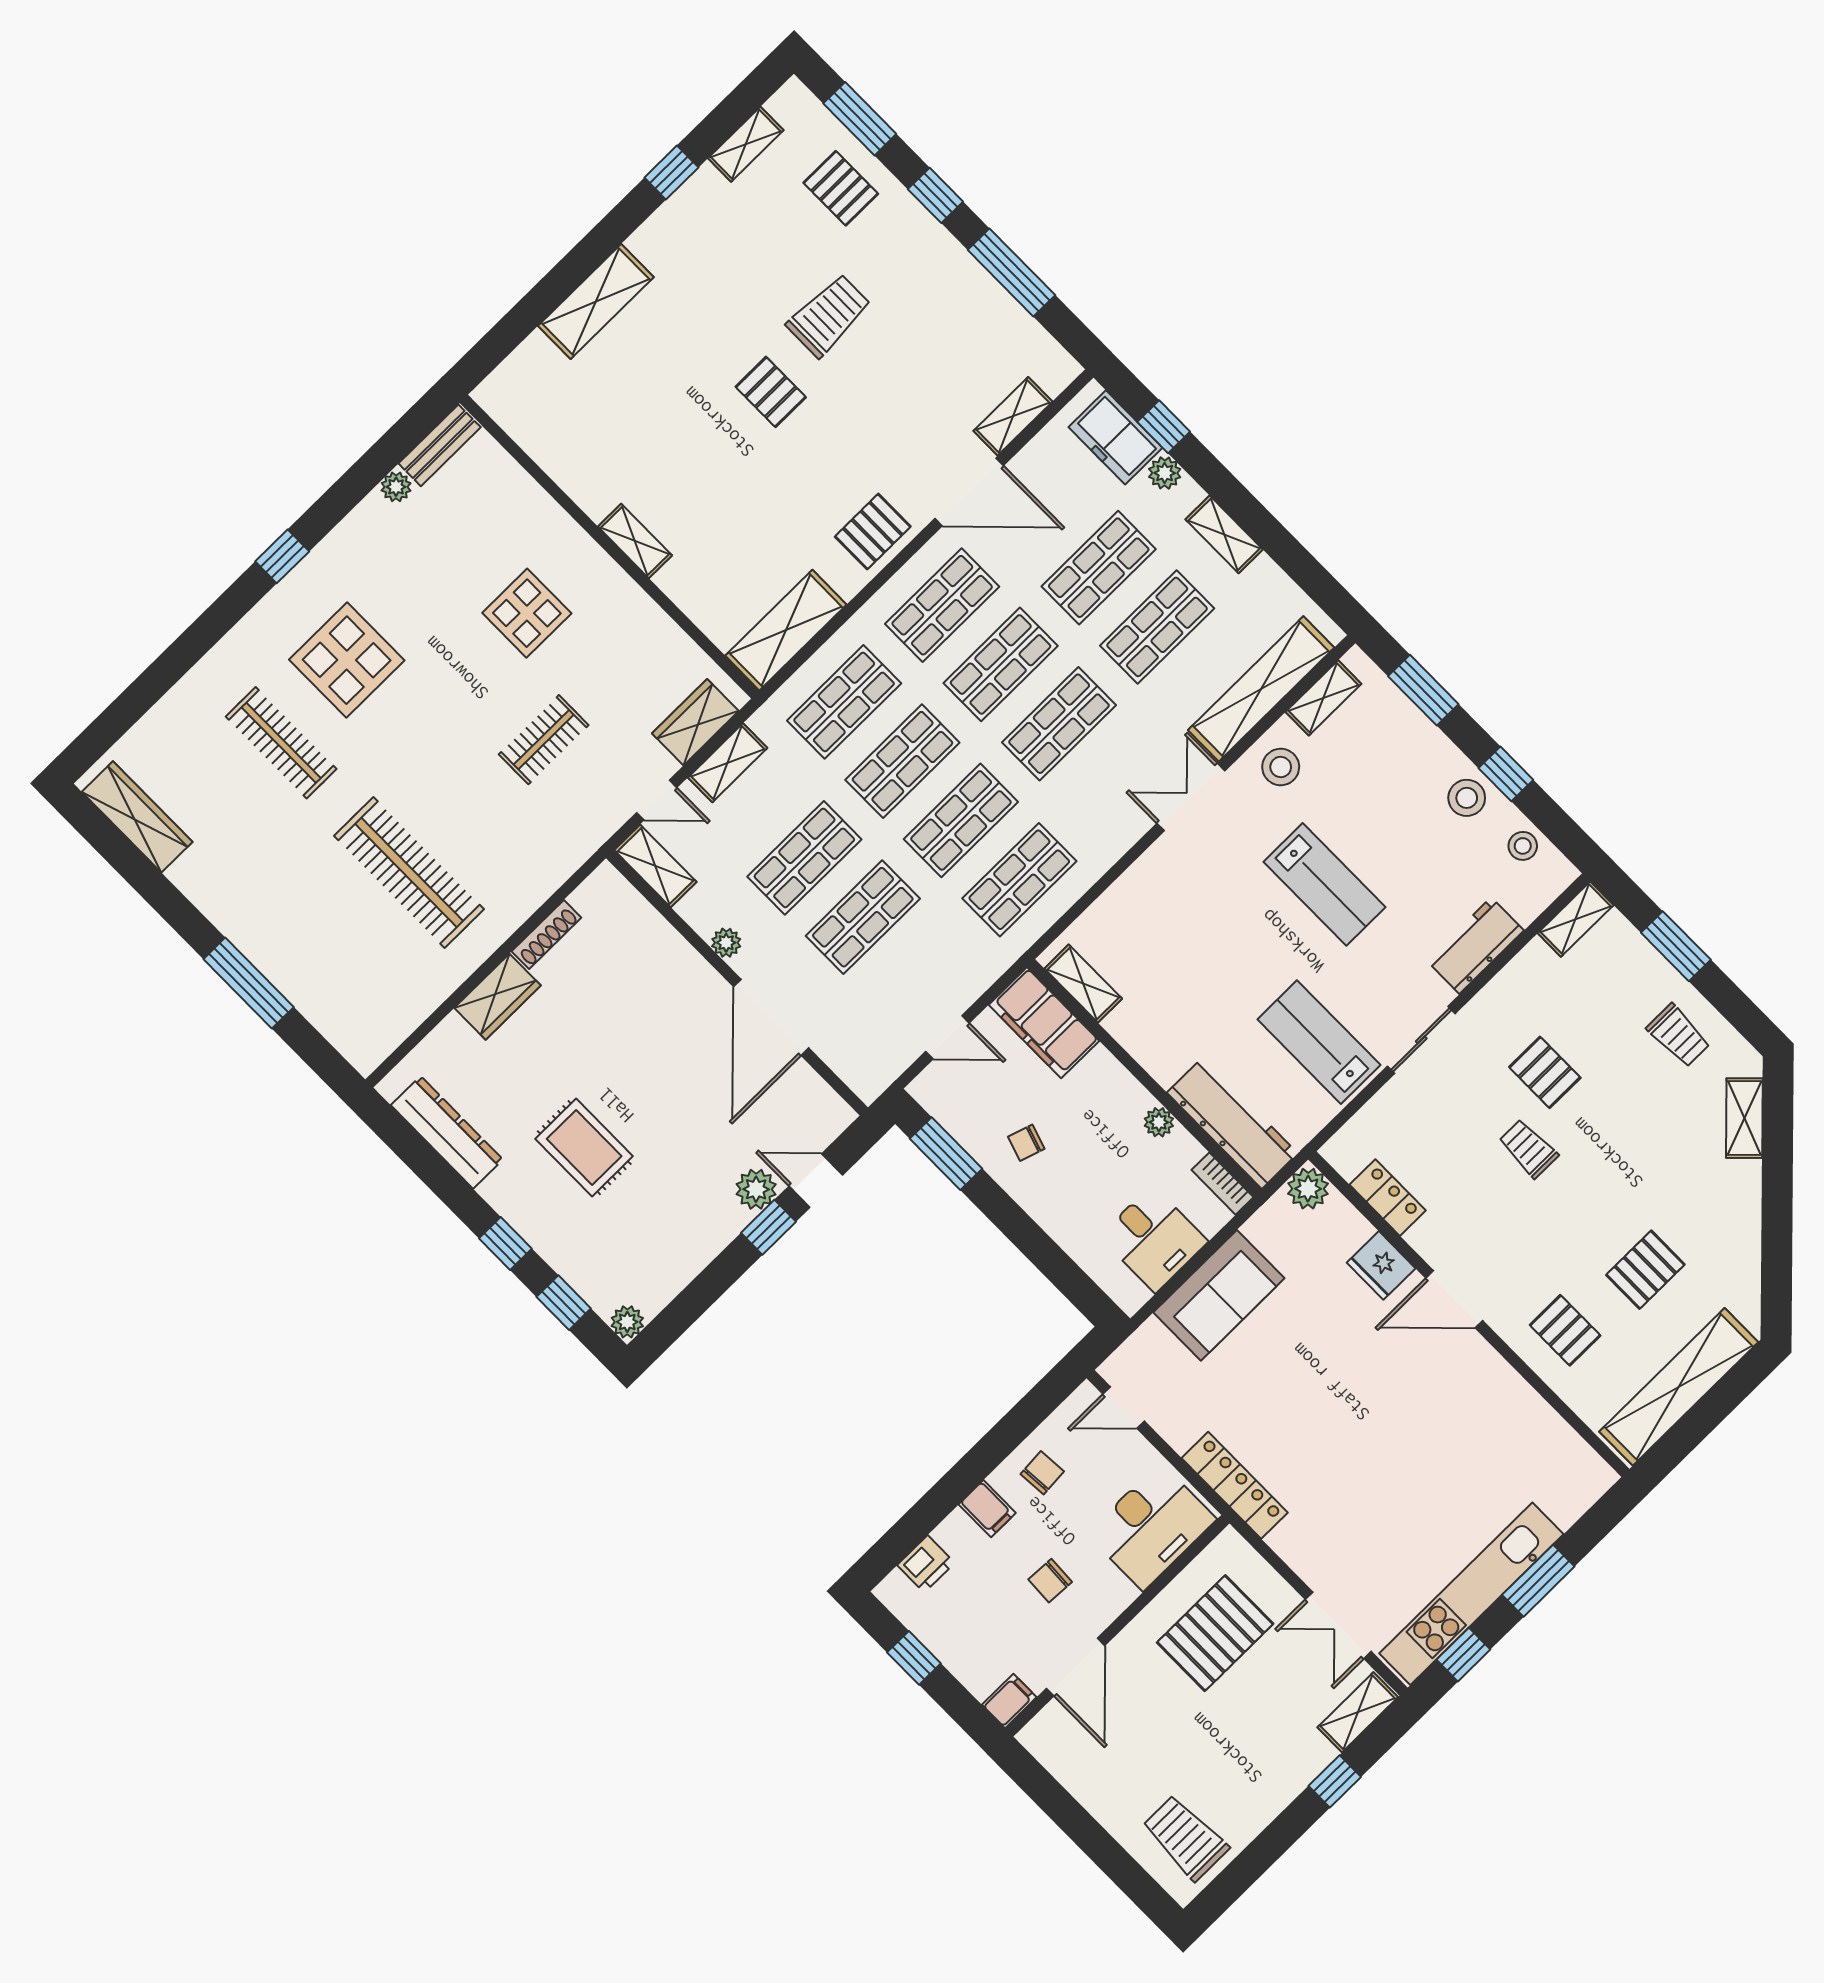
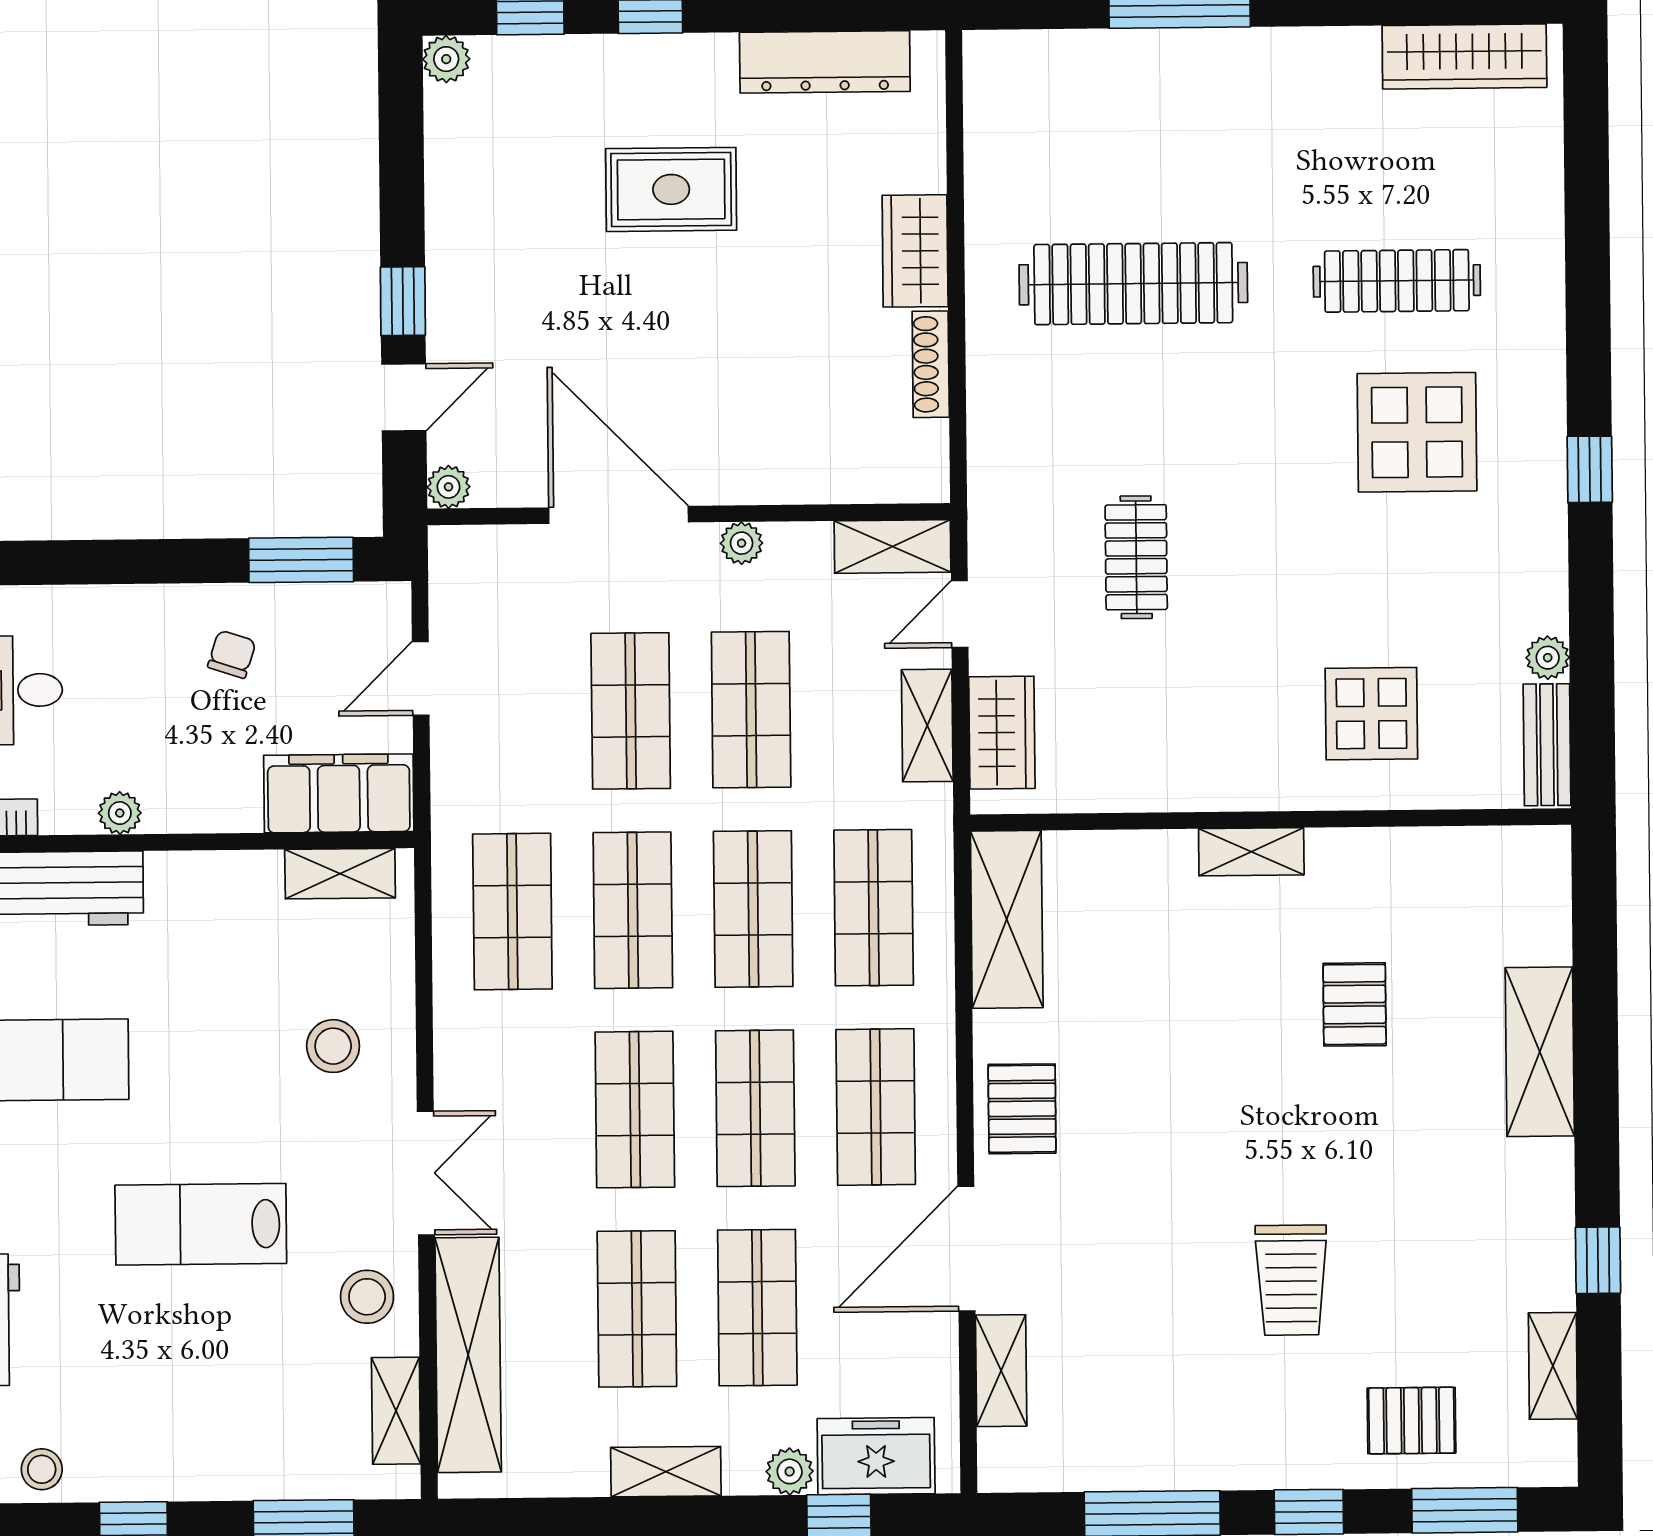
pallet: (771, 392) -> (1355, 1004), moved, turned 90
display table: (527, 613) -> (1371, 714), moved
stool: (1467, 798) -> (333, 1046), moved
plant: (756, 1189) -> (449, 487), moved, width x0.73, depth x0.73

